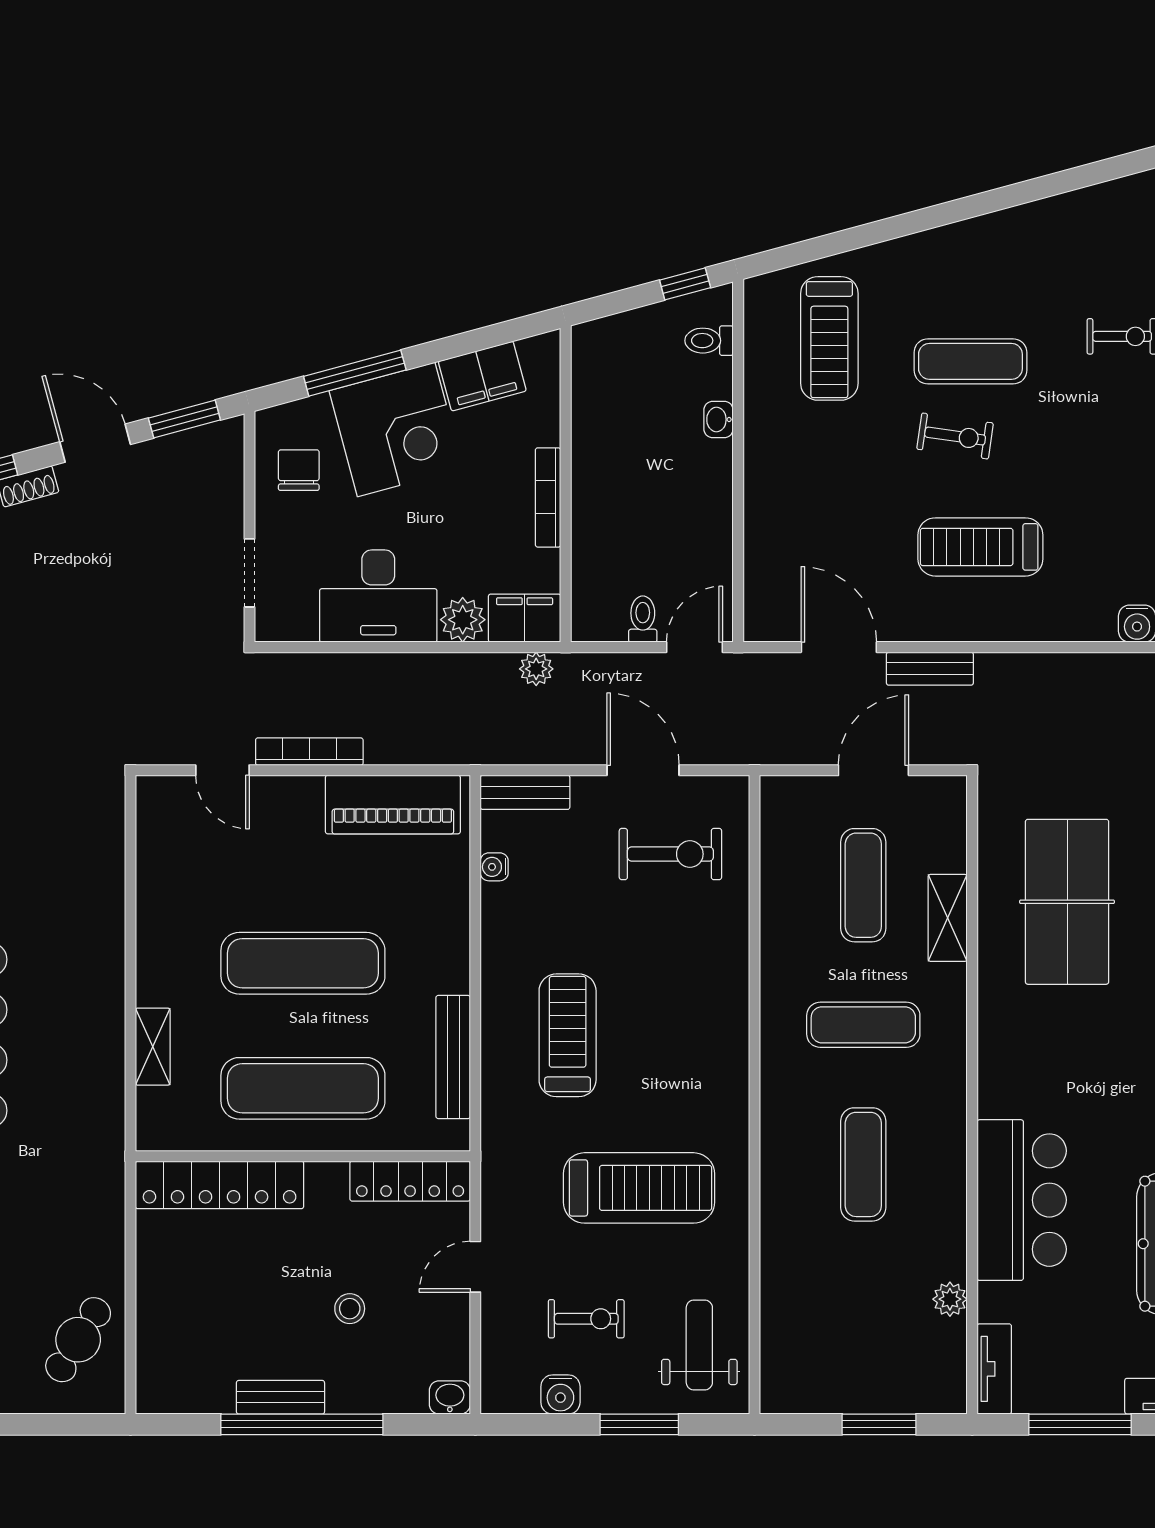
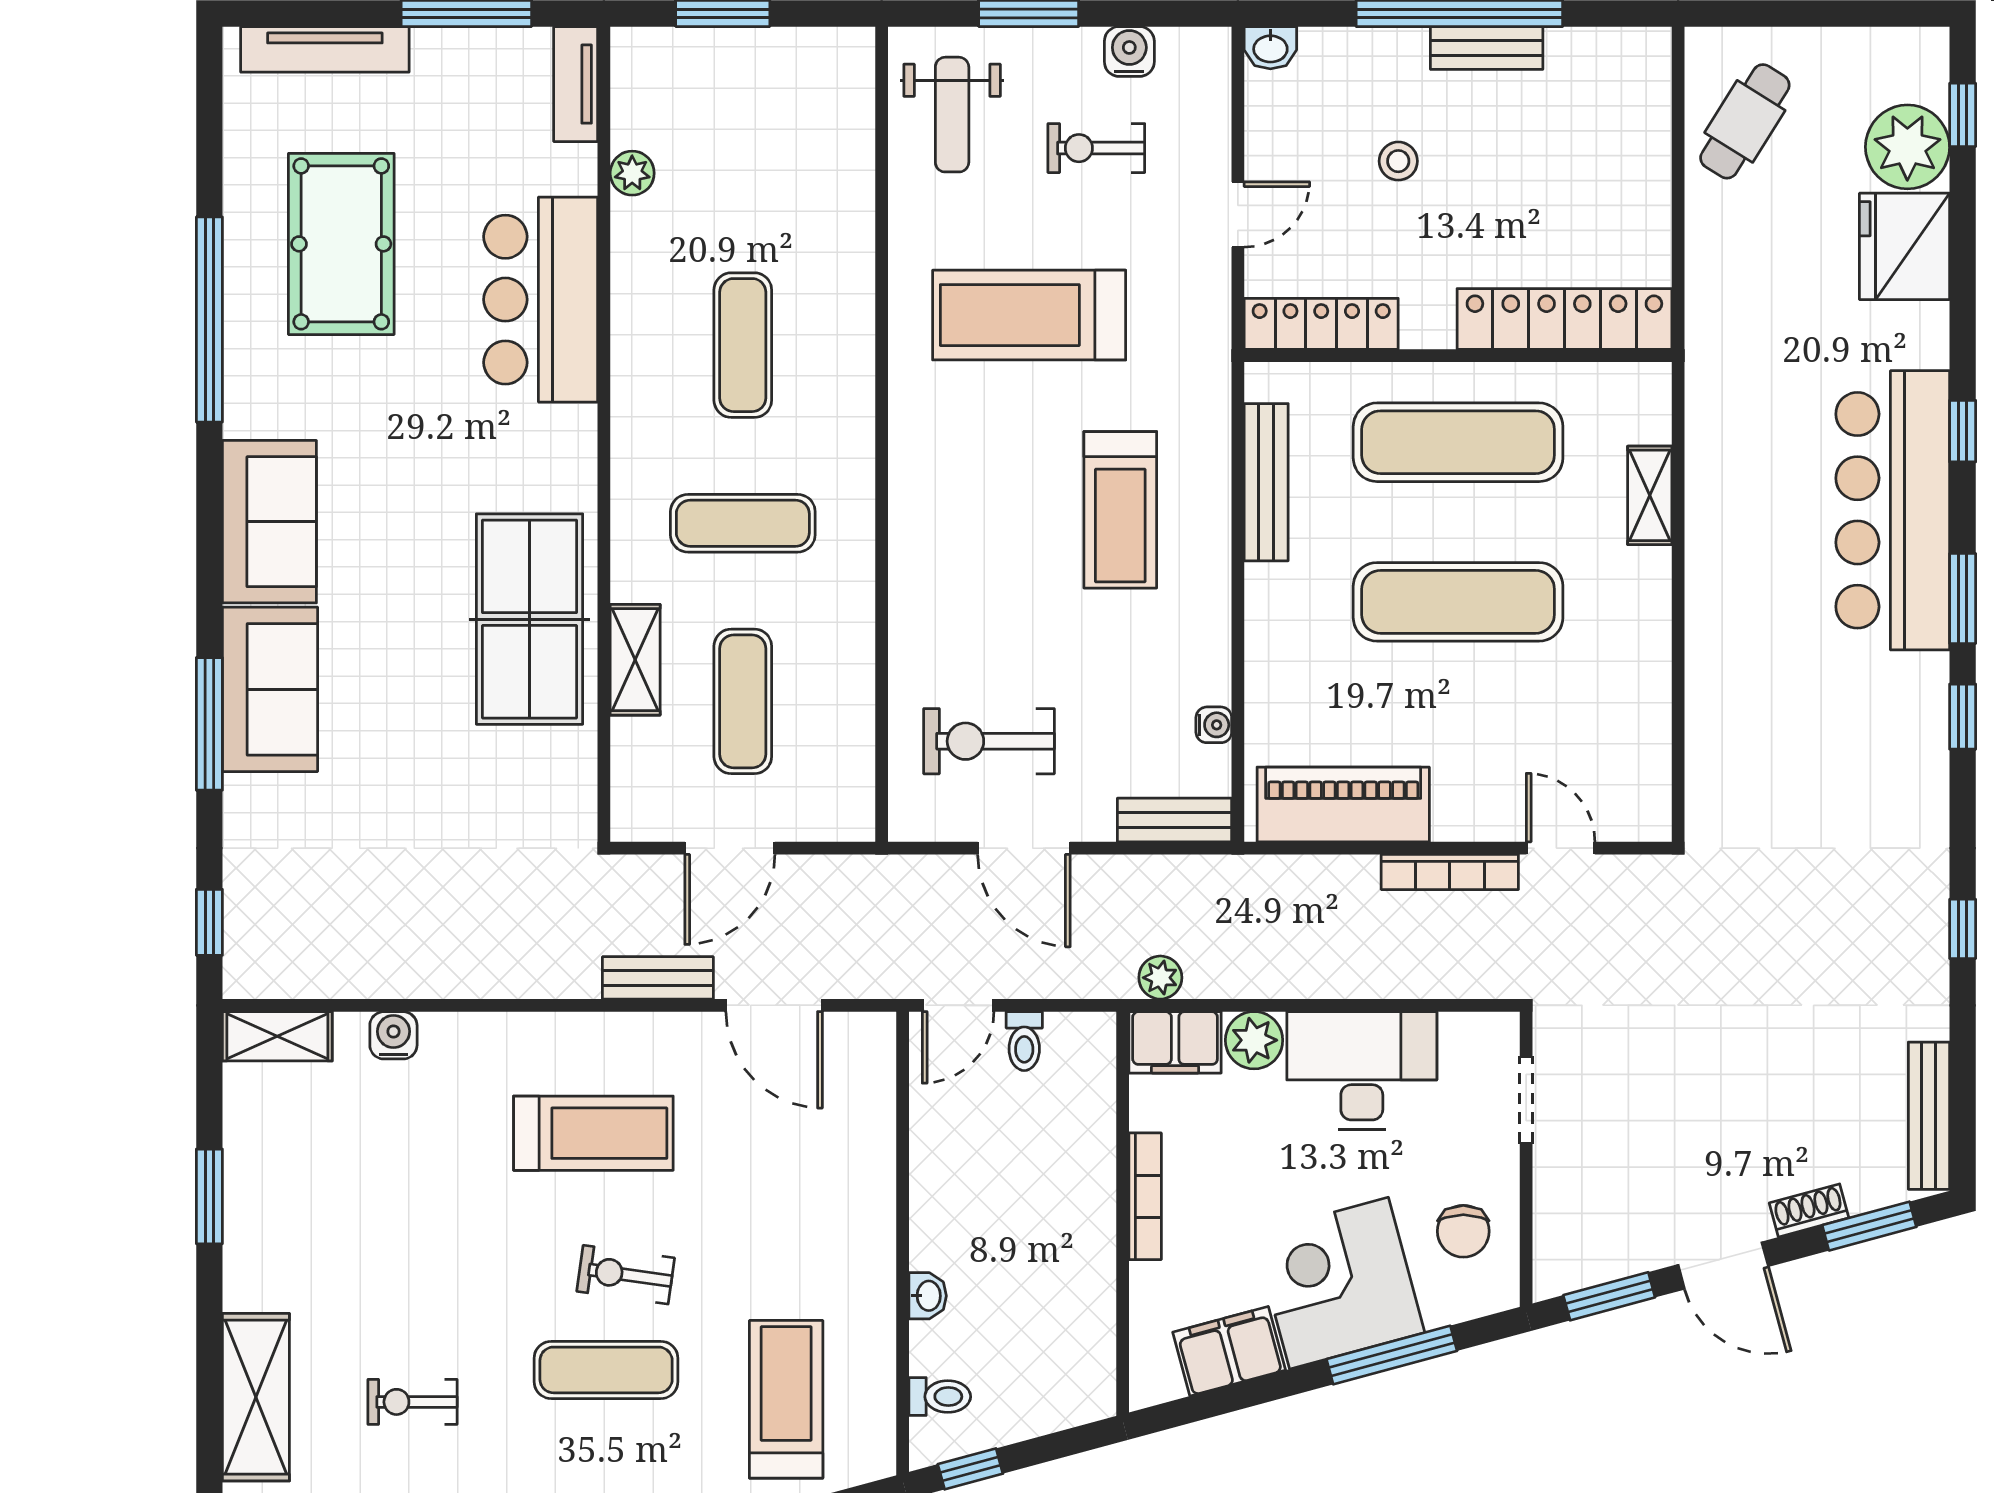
table tennis table: (1067, 902) -> (529, 619), moved

